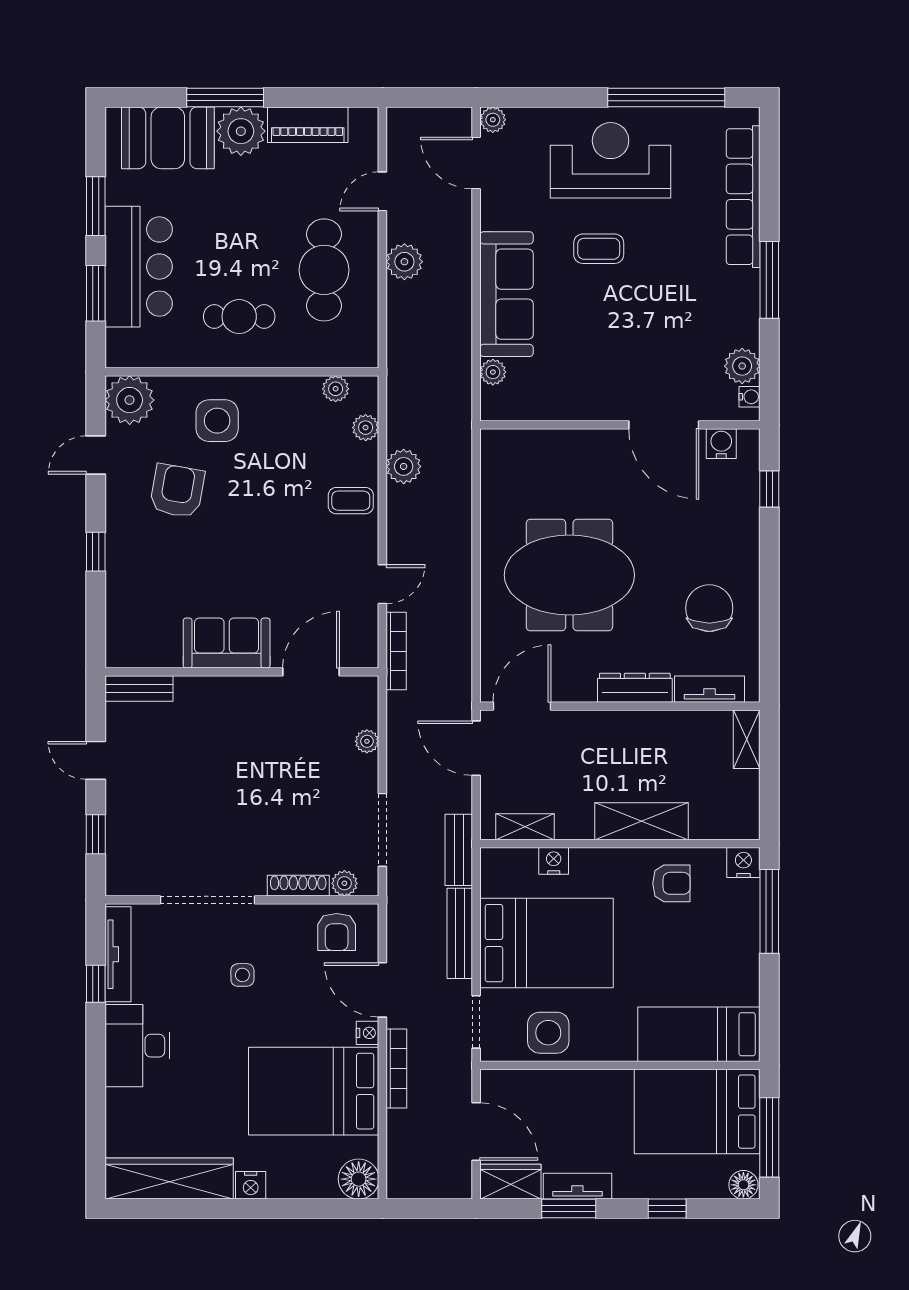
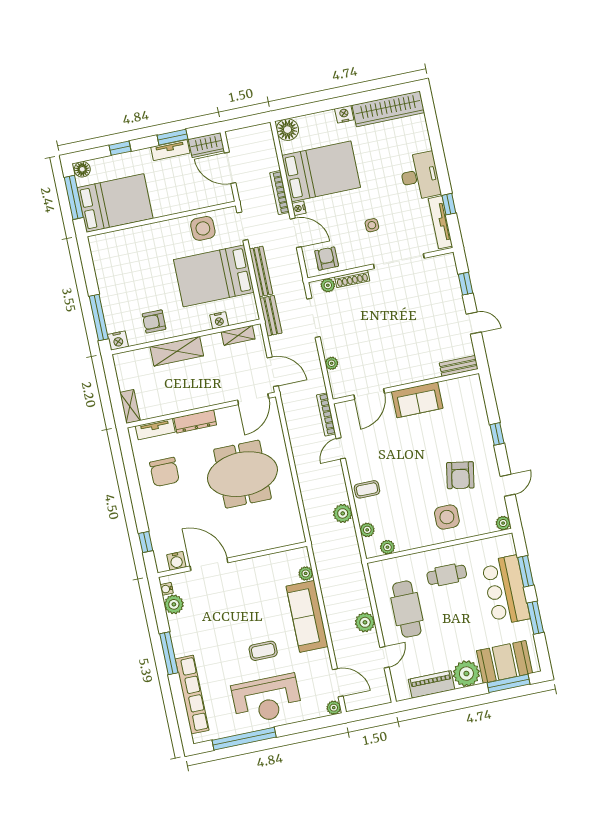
window: (225, 97) -> (509, 683), moved
plant: (130, 400) -> (503, 523), width x0.53, depth x0.53
bed: (699, 1034) -> (123, 244), removed

